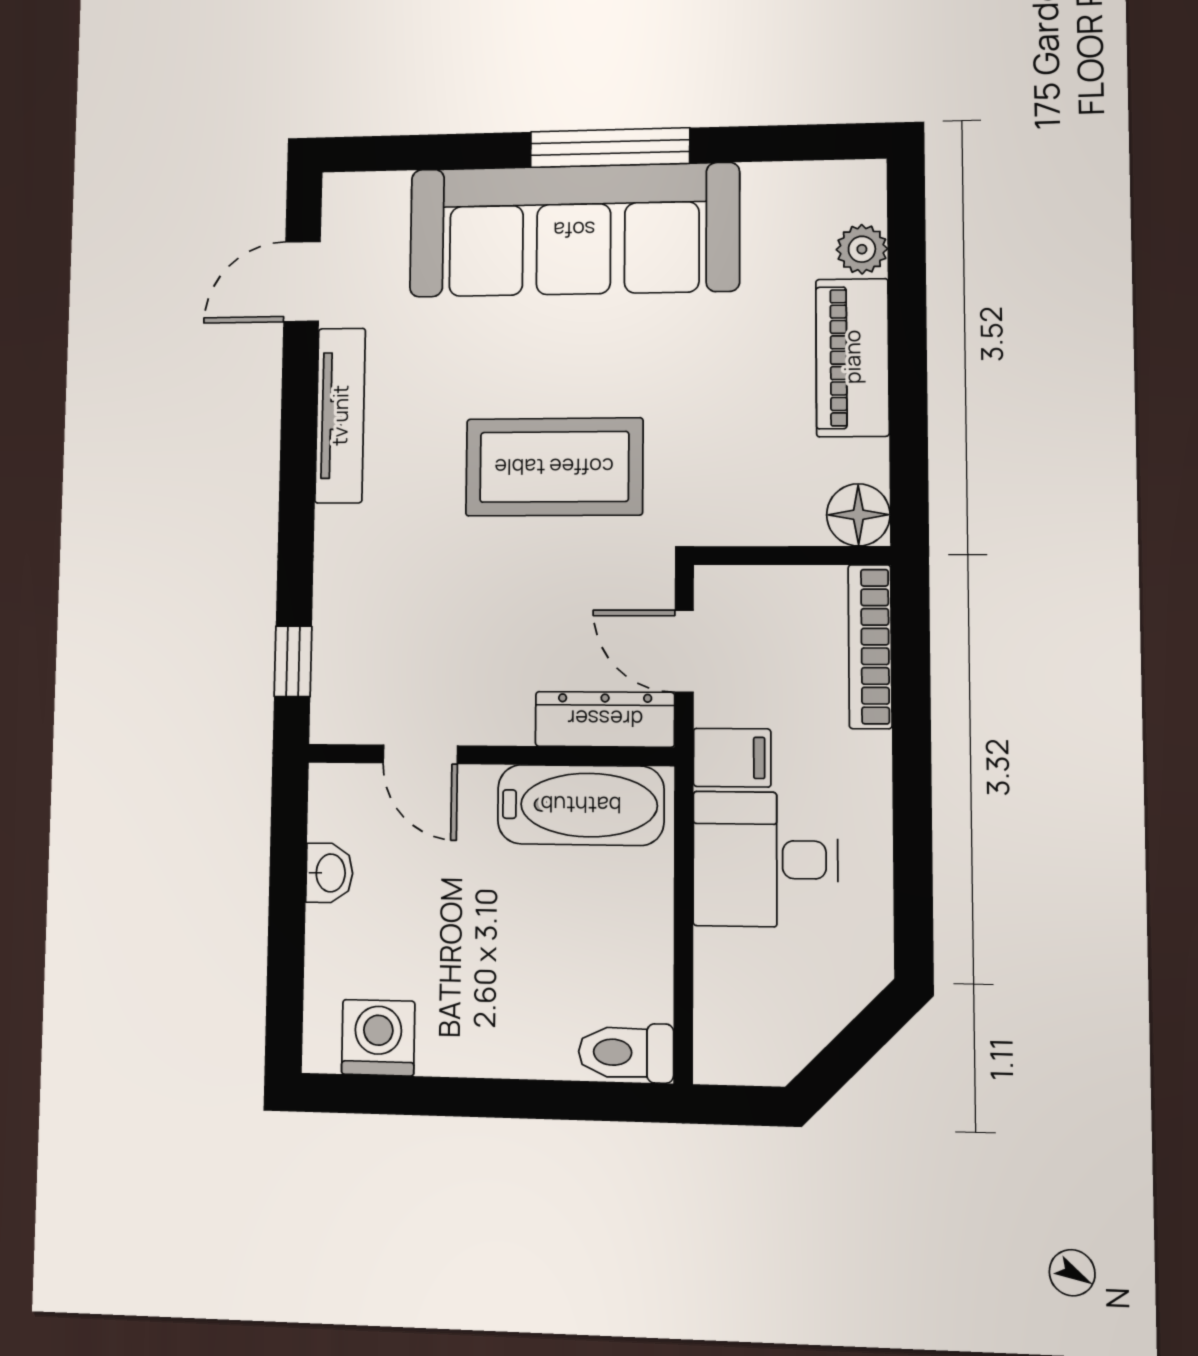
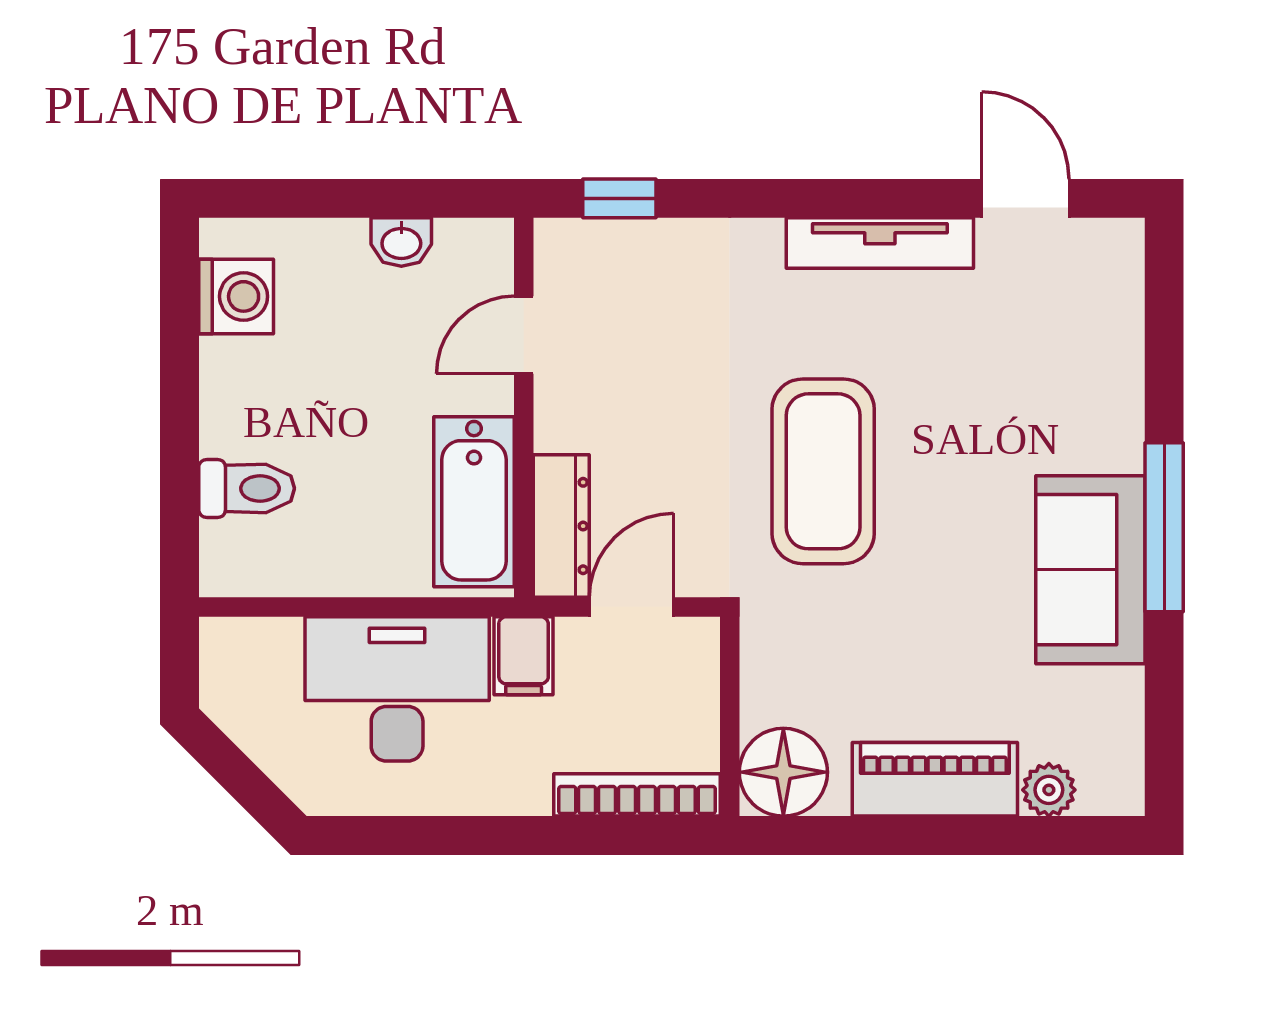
sofa: (574, 230) -> (1090, 570), width x0.54, depth x0.79
floor lamp: (858, 515) -> (783, 772), width x1.38, depth x1.38
desk: (765, 859) -> (397, 689), width x1.37
toilet: (626, 1053) -> (247, 488), moved, turned 90

